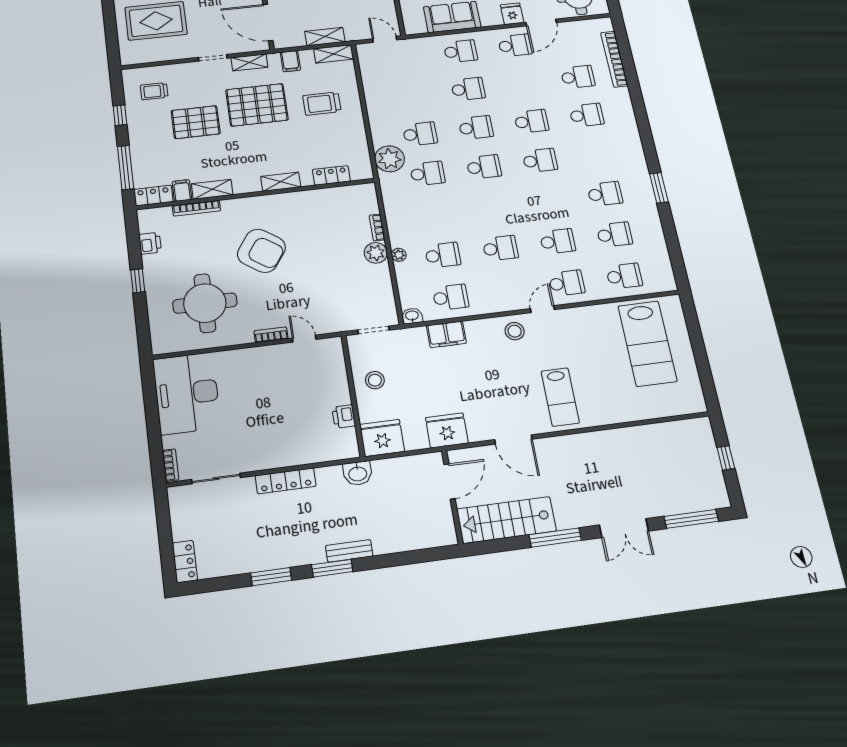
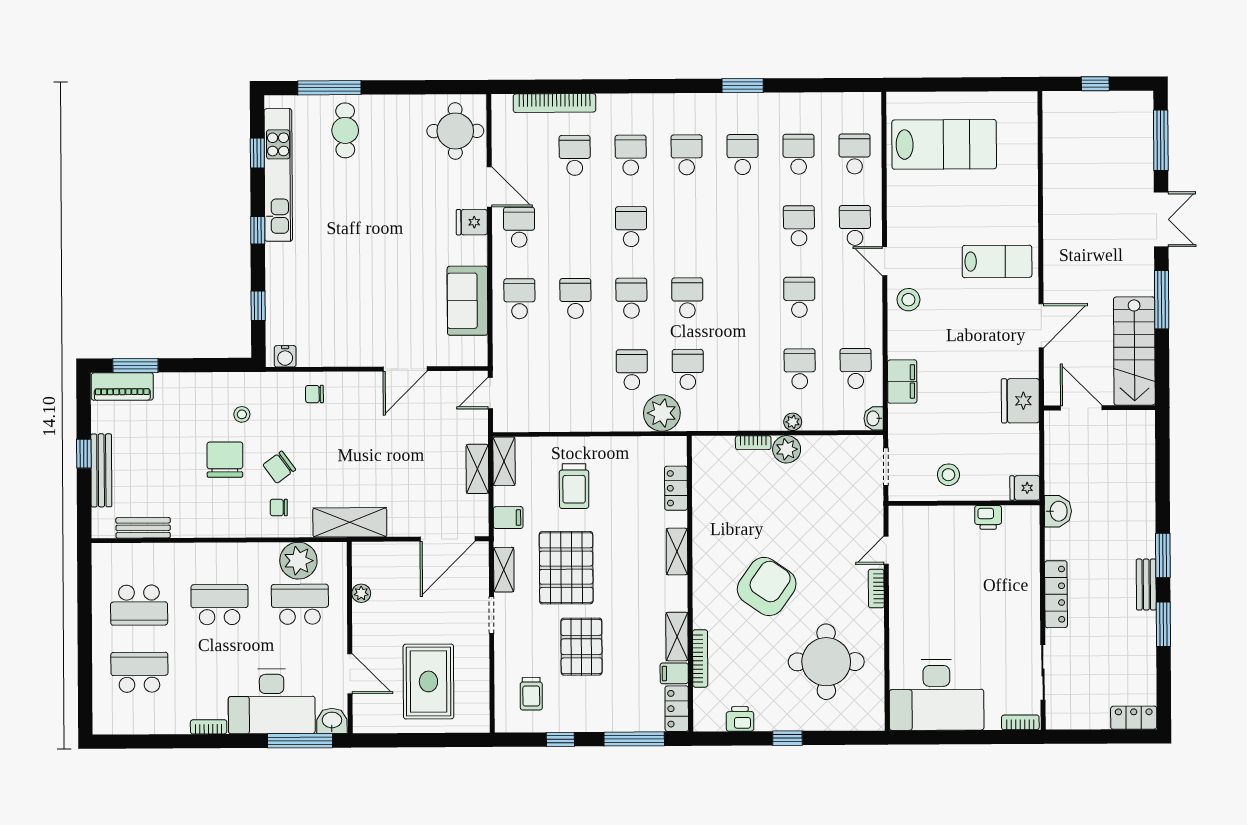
school desk: (540, 160) -> (687, 155), moved
fridge: (382, 438) -> (1025, 488), width x0.53, depth x0.75
bench: (349, 551) -> (1146, 585), moved

